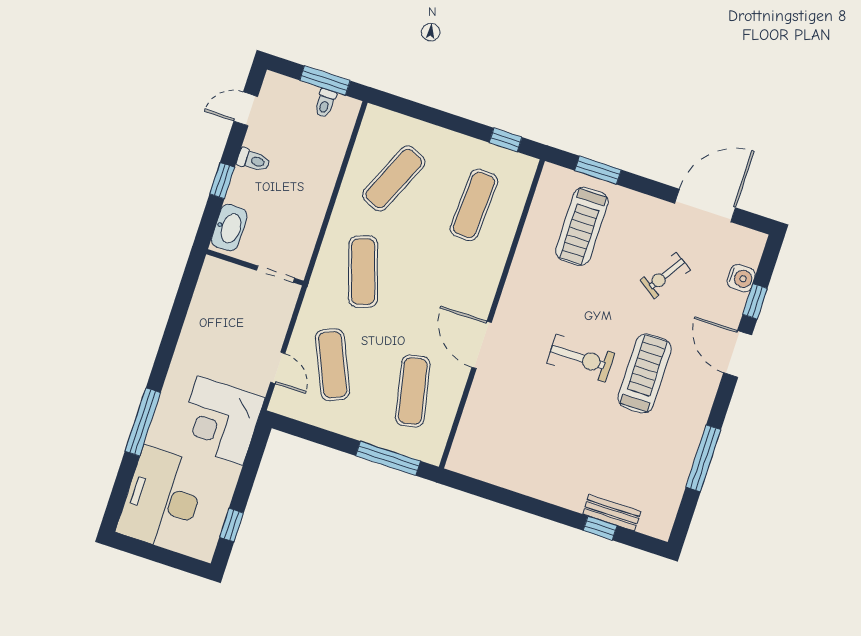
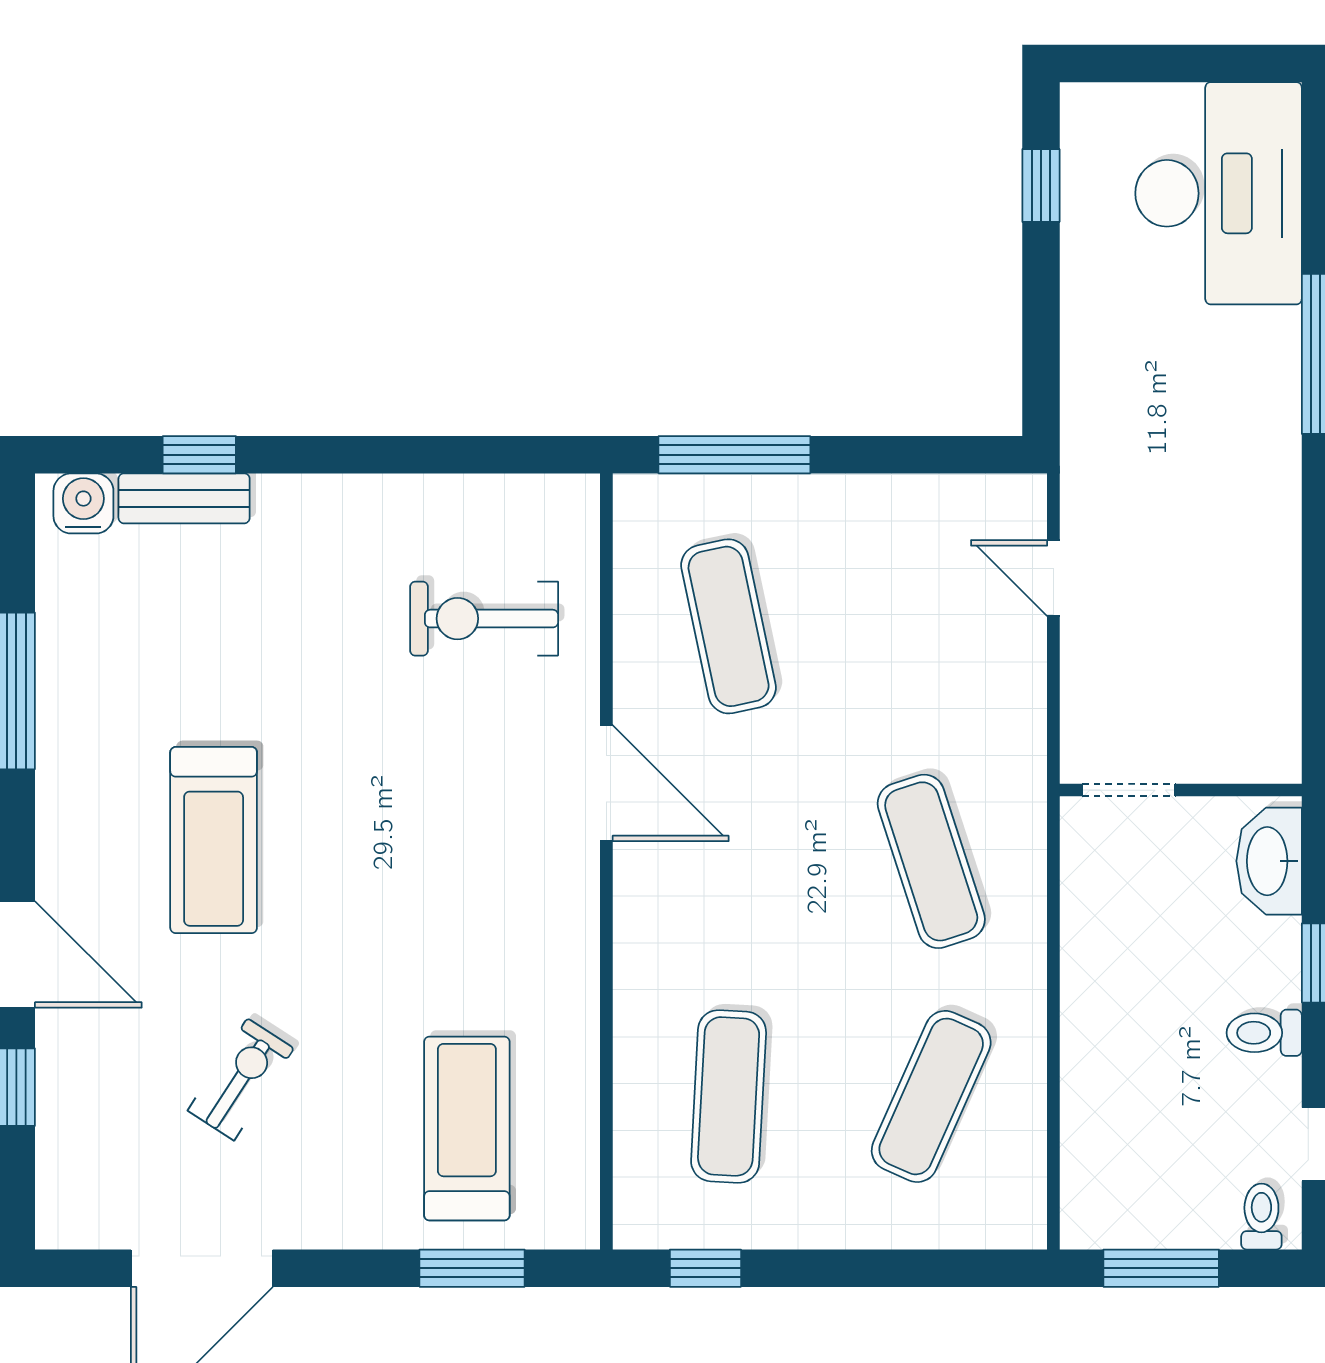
toilet: (325, 103) -> (1261, 1217), moved
water cooler: (741, 278) -> (83, 503), moved, turned 90
exercise bike: (581, 358) -> (484, 619), moved
exercise mat: (332, 365) -> (931, 626), removed
corner desk: (220, 420) -> (1145, 415), removed

